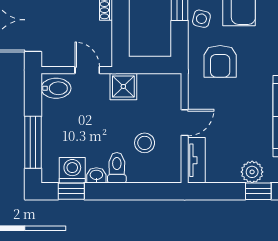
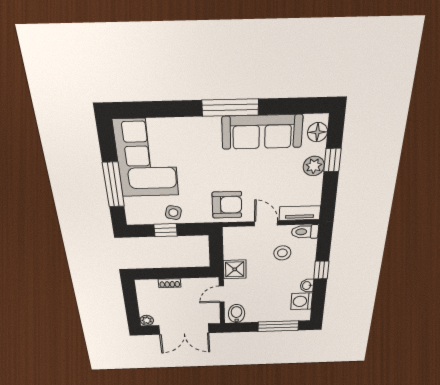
armchair: (220, 61) -> (227, 205), moved
toilet: (117, 168) -> (305, 232), moved
window: (71, 191) -> (321, 270), moved

